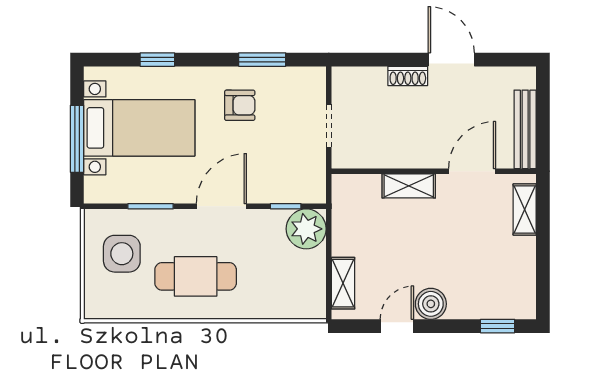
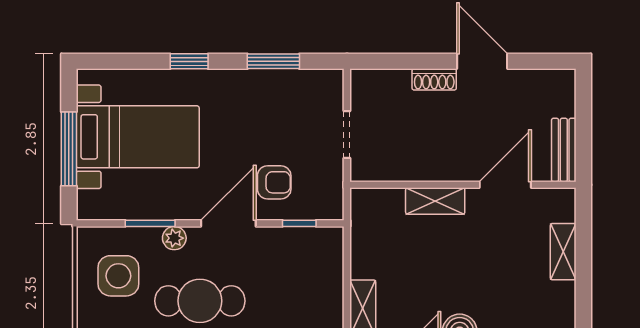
window: (157, 60) -> (189, 61), moved
armchair: (240, 105) -> (274, 182), moved
bench: (525, 129) -> (564, 150), width x0.73
shelving: (525, 210) -> (563, 252), moved
plant: (306, 229) -> (174, 238), moved, width x0.53, depth x0.53

